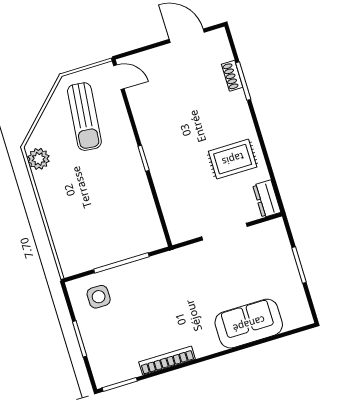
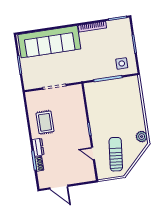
door: (119, 77) -> (93, 153), moved
rug: (233, 159) -> (45, 122), turned 90
dresser: (267, 199) -> (38, 147), moved
sofa: (249, 324) -> (49, 42), width x1.85, depth x1.27

